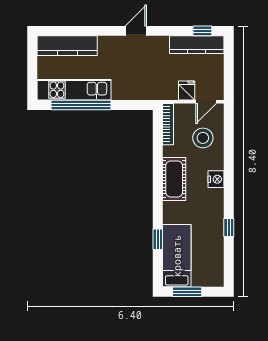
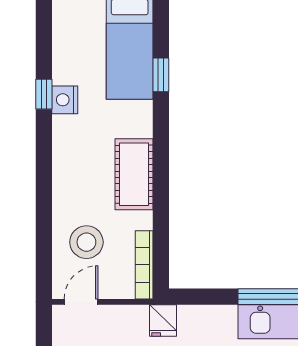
fridge: (187, 90) -> (163, 320), moved
nightstand: (216, 179) -> (65, 100), moved

